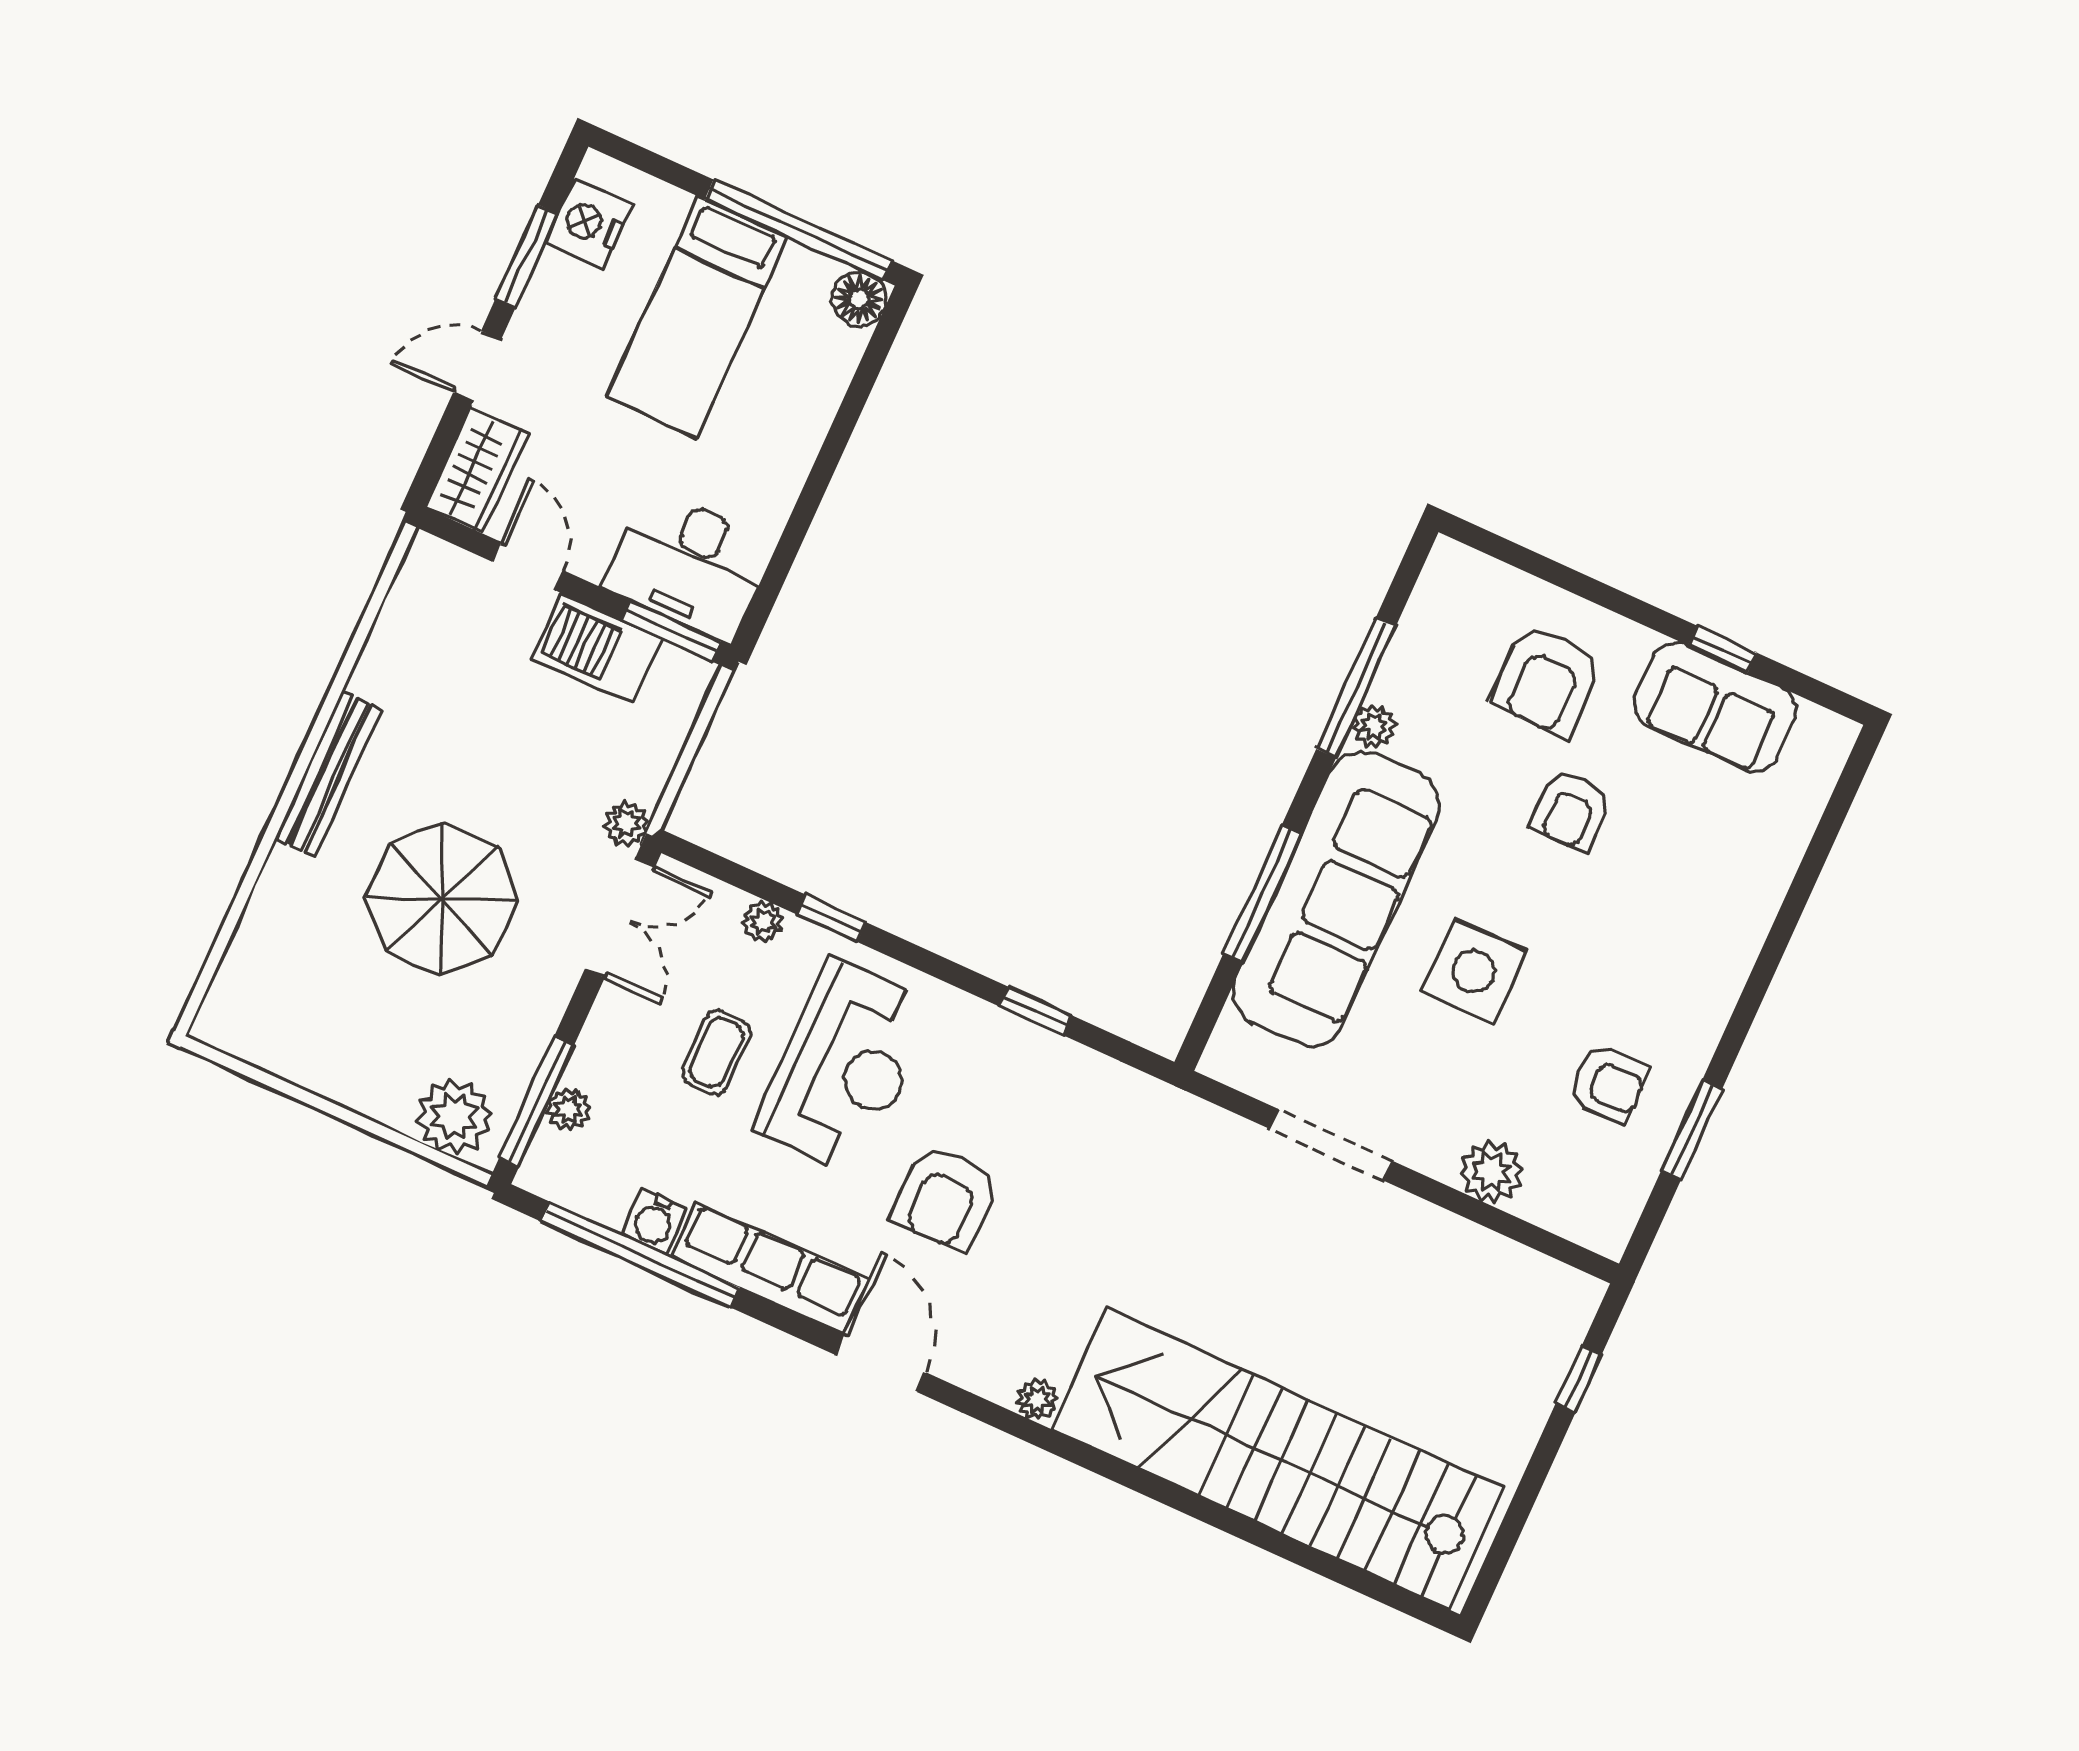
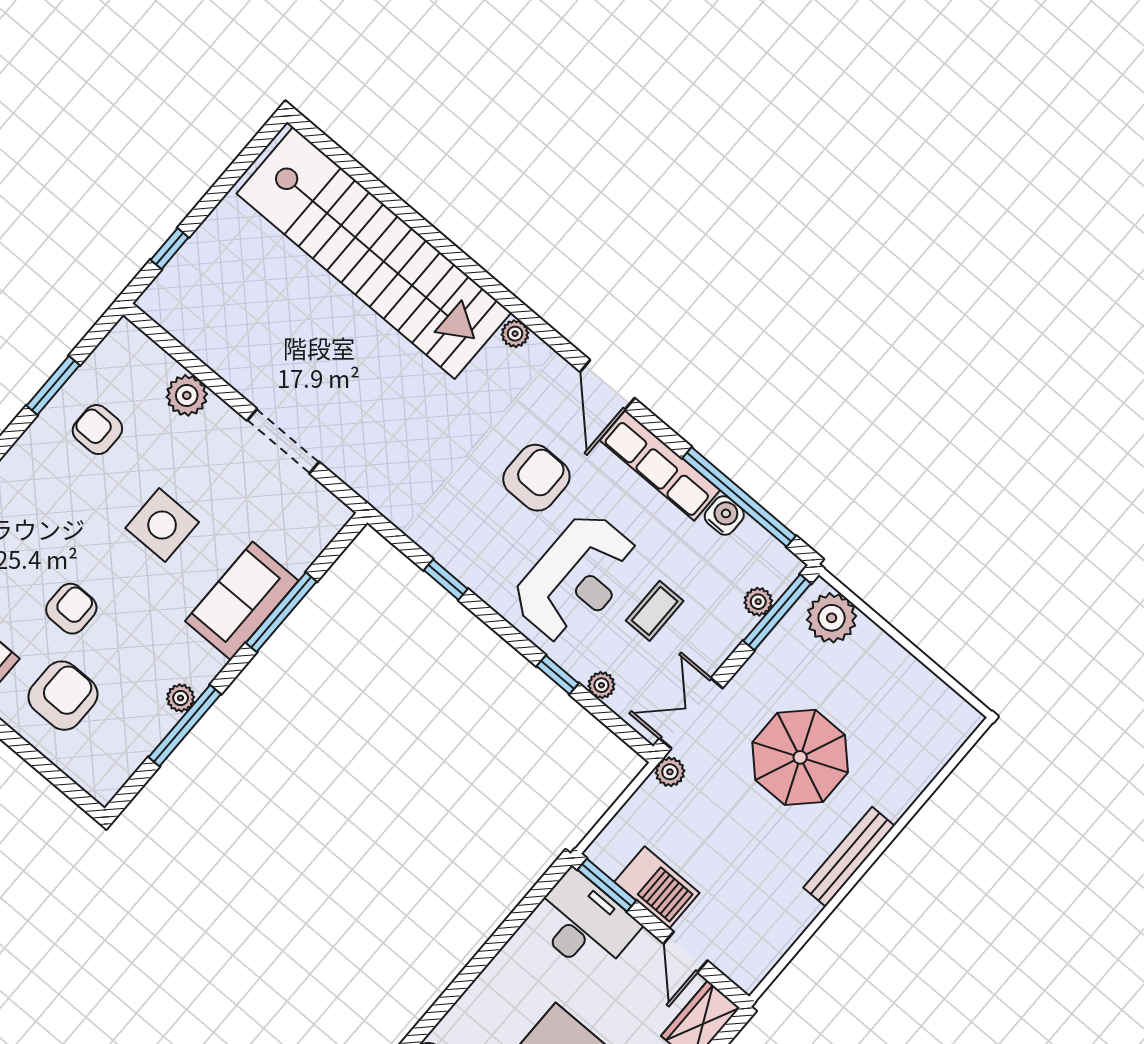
sofa: (1336, 899) -> (242, 601), width x0.54, depth x0.79
reception desk: (845, 1067) -> (576, 578), turned 180

